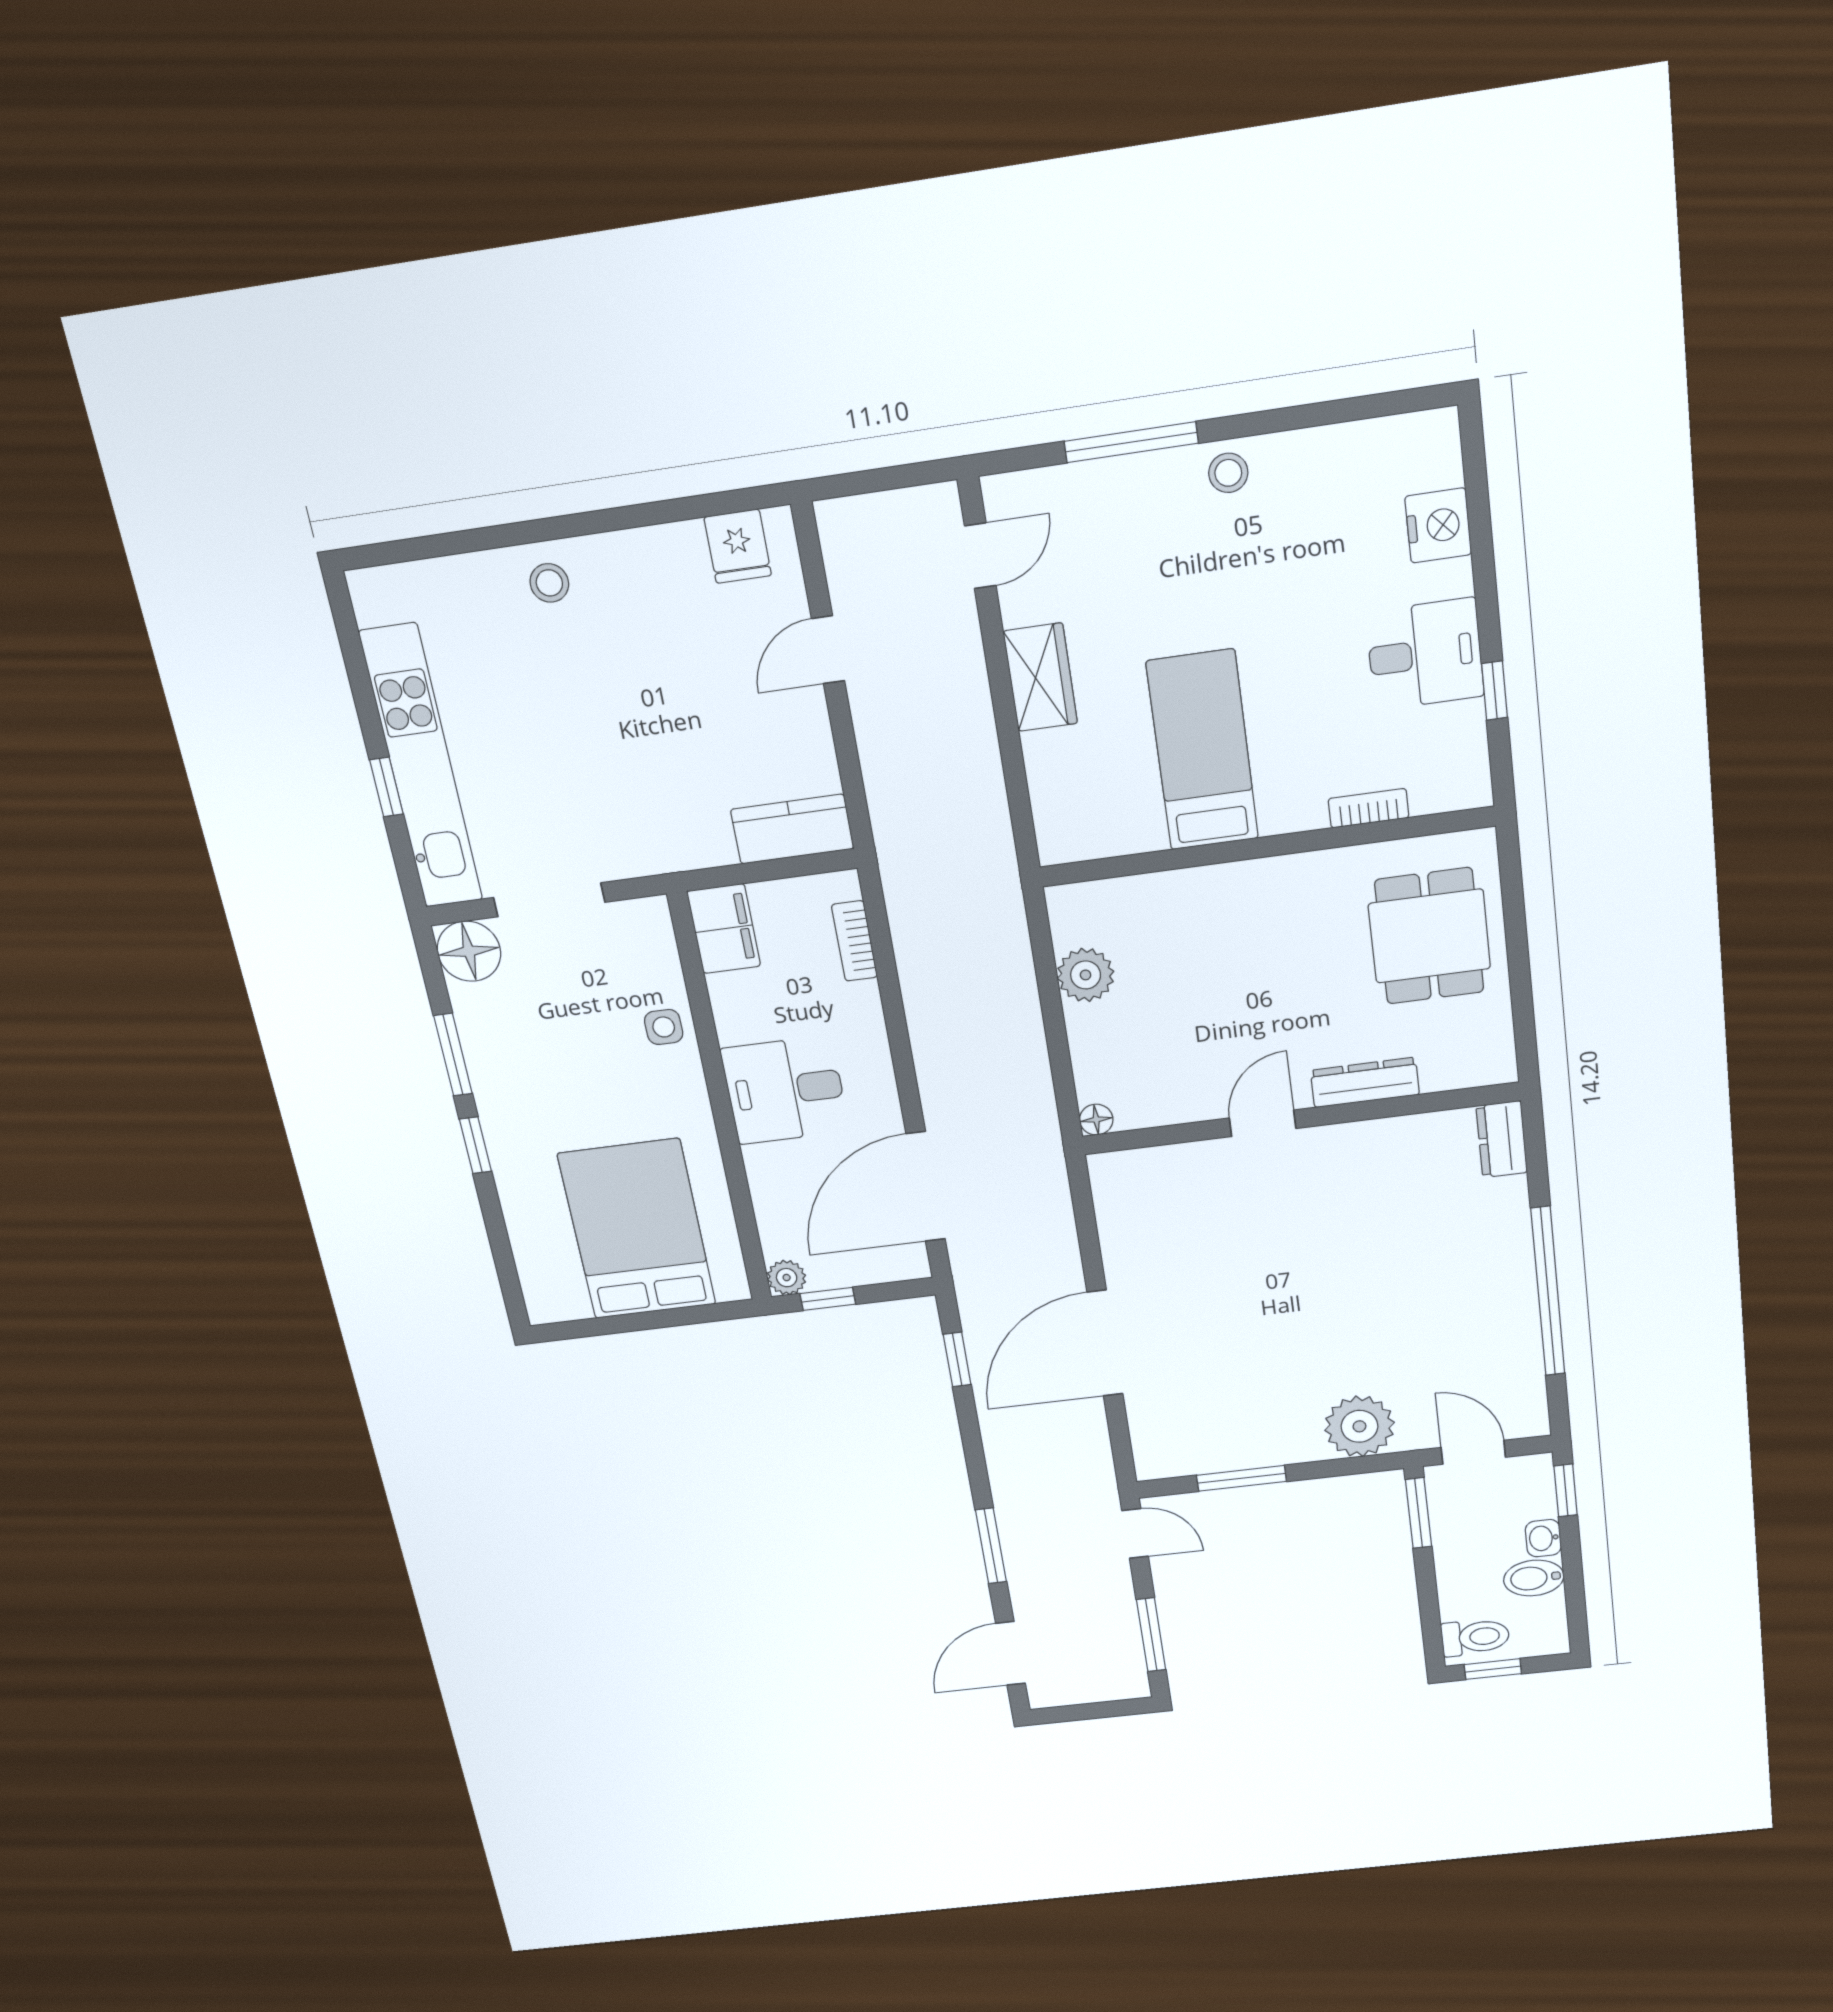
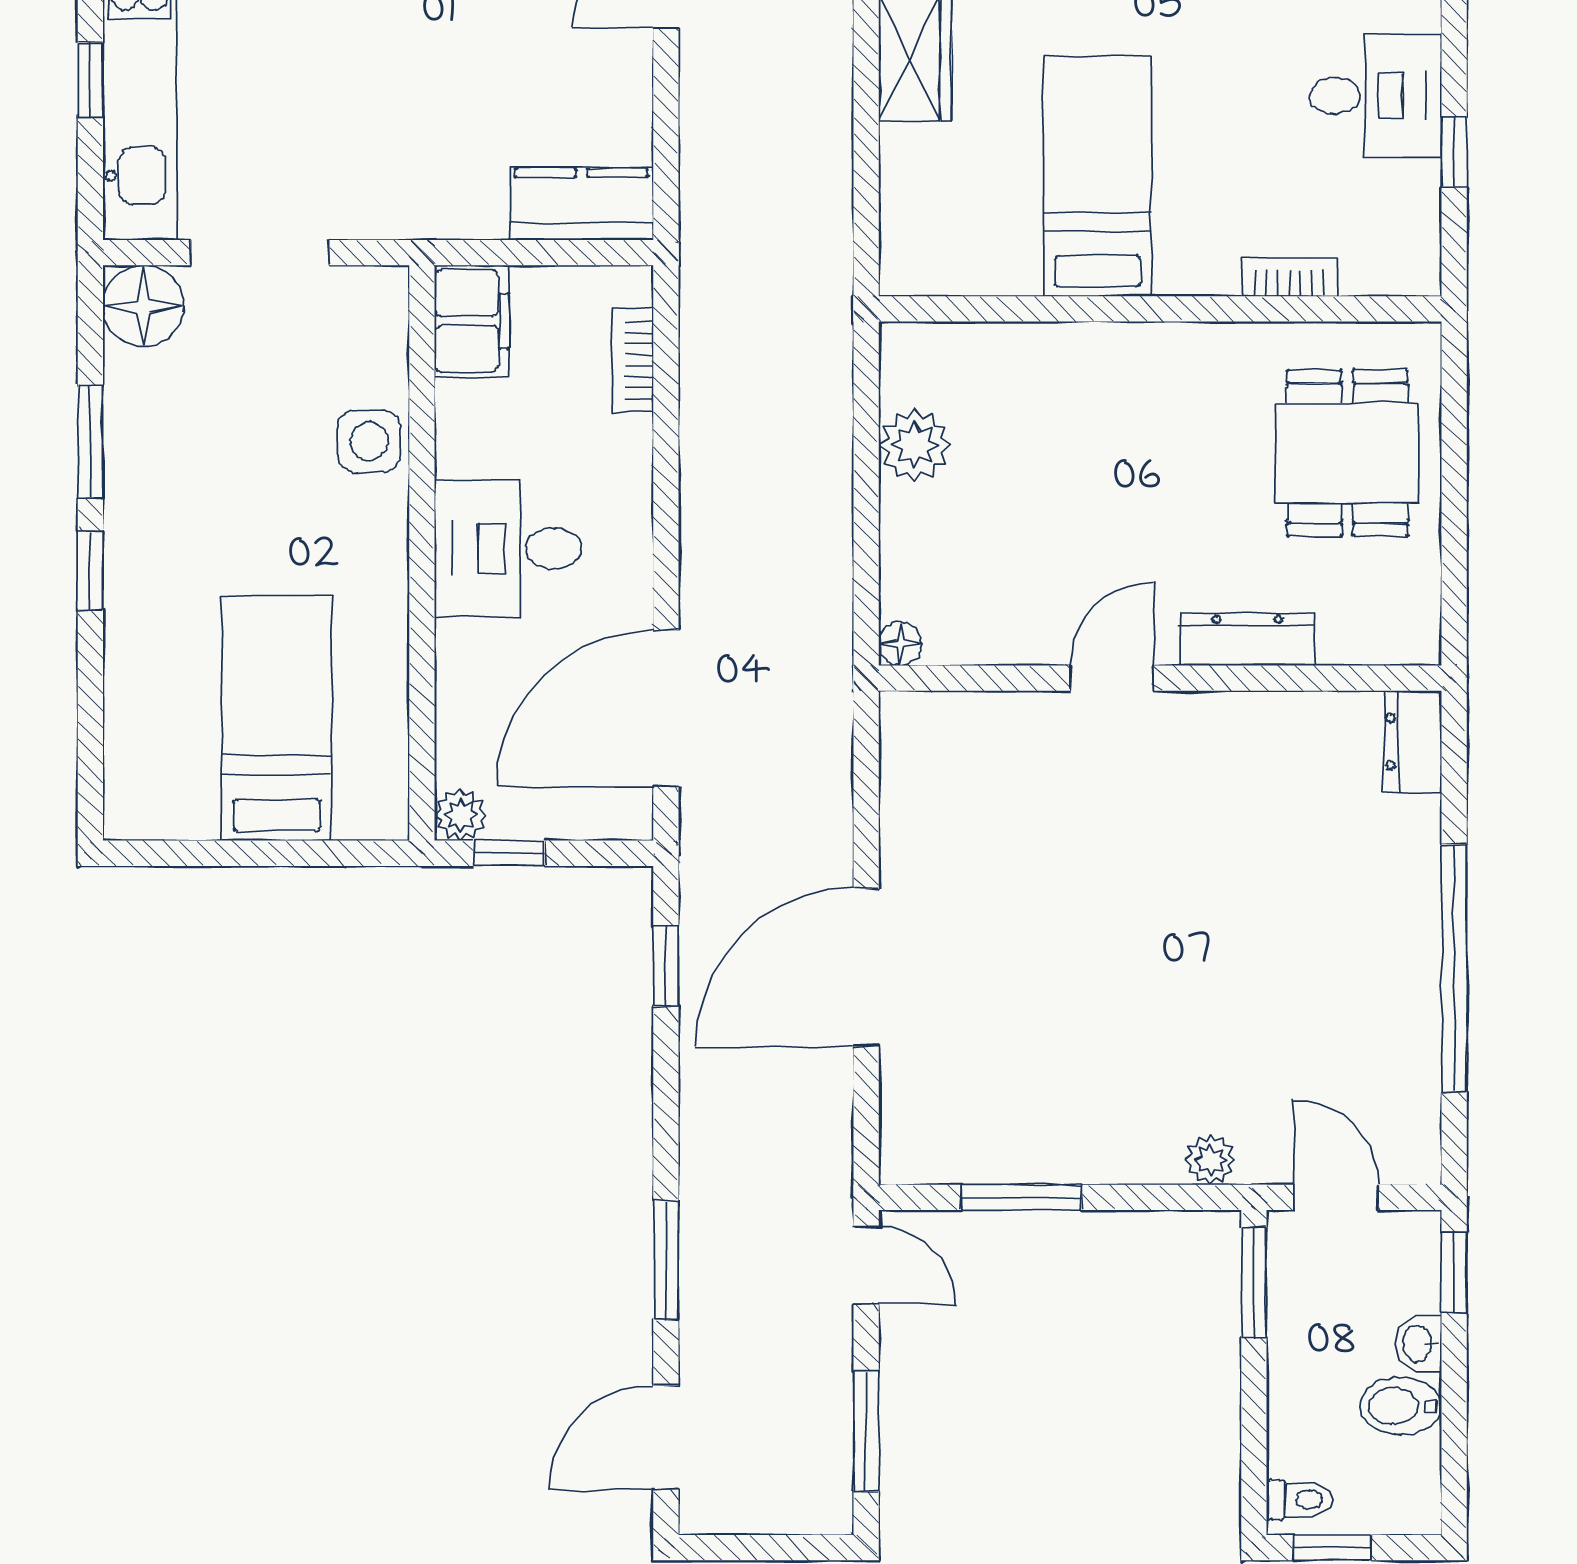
side table: (664, 1027) -> (369, 441), width x1.37, depth x1.37
bed: (637, 1229) -> (276, 718), width x0.67
plant: (1359, 1426) -> (1211, 1160), width x0.53, depth x0.53
toilet: (1475, 1637) -> (1300, 1500), width x0.73, depth x0.72

